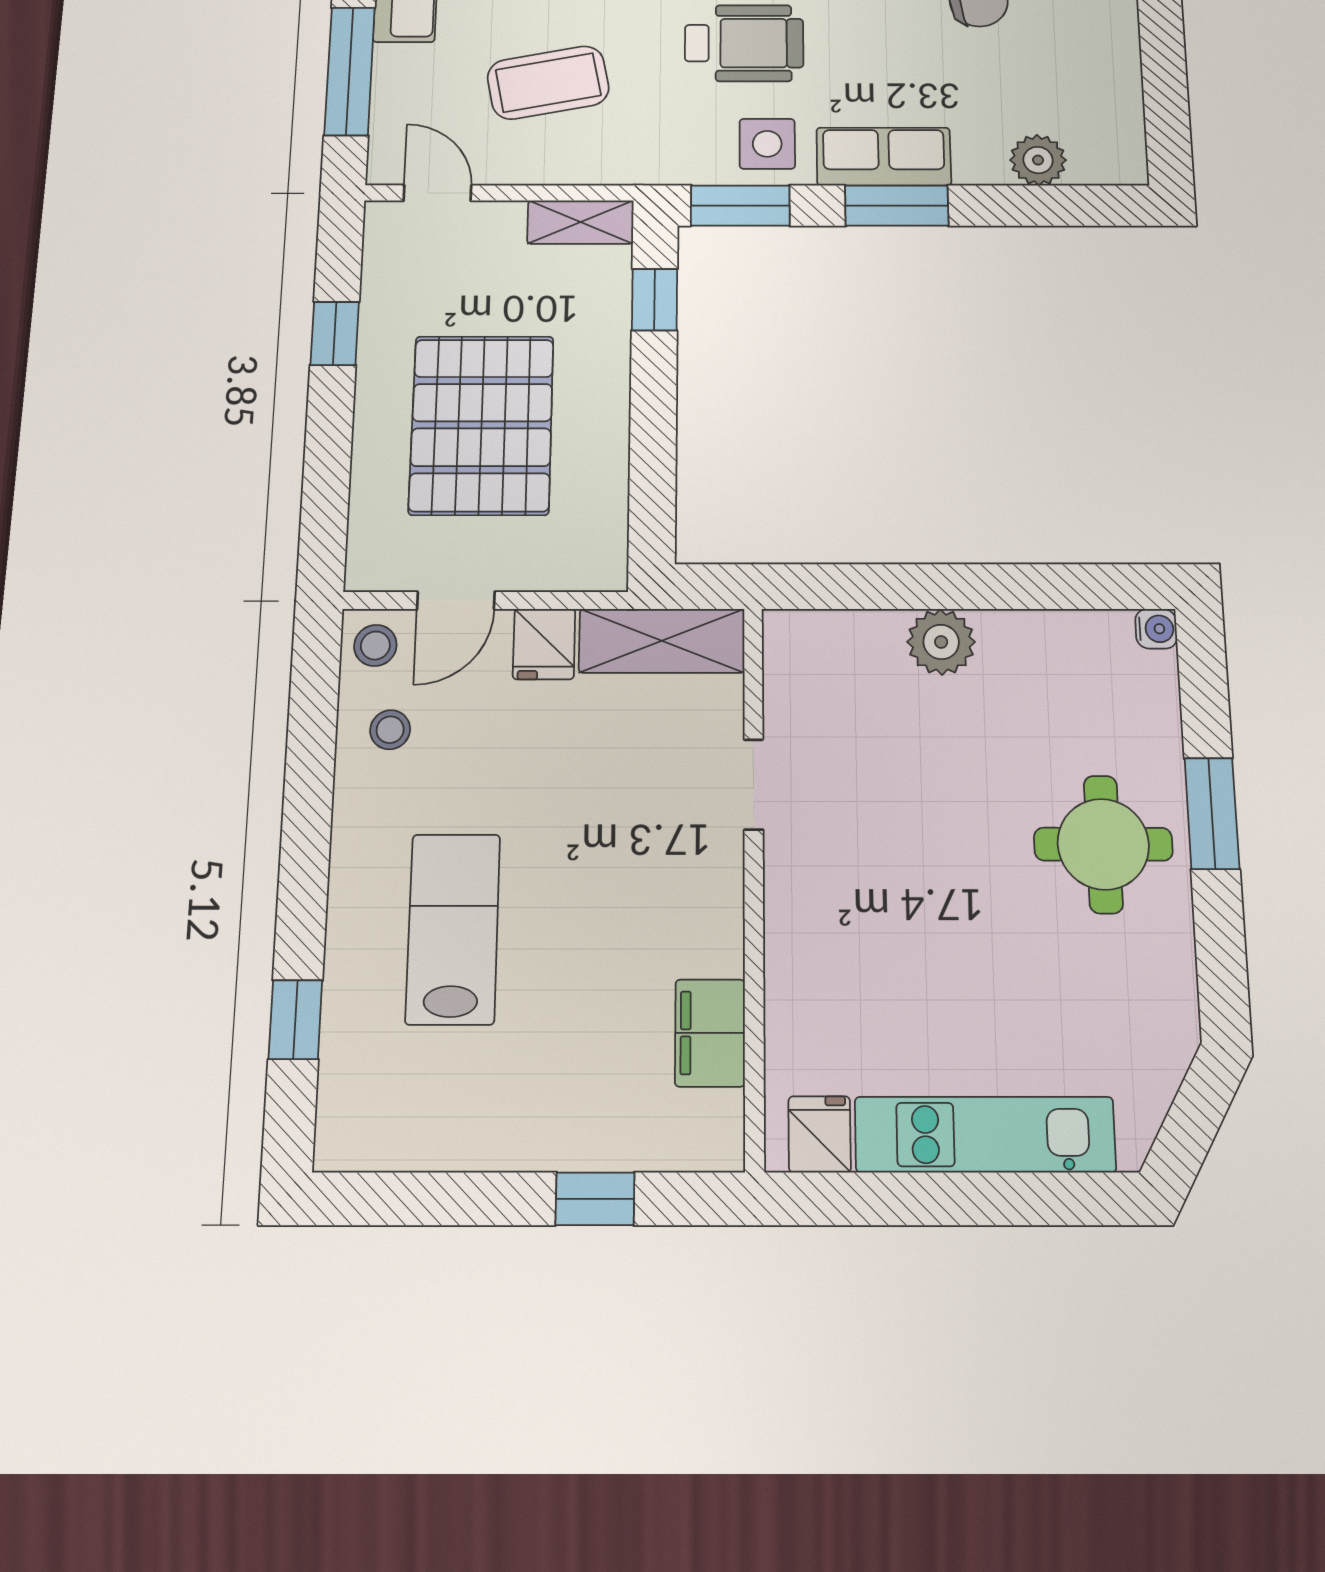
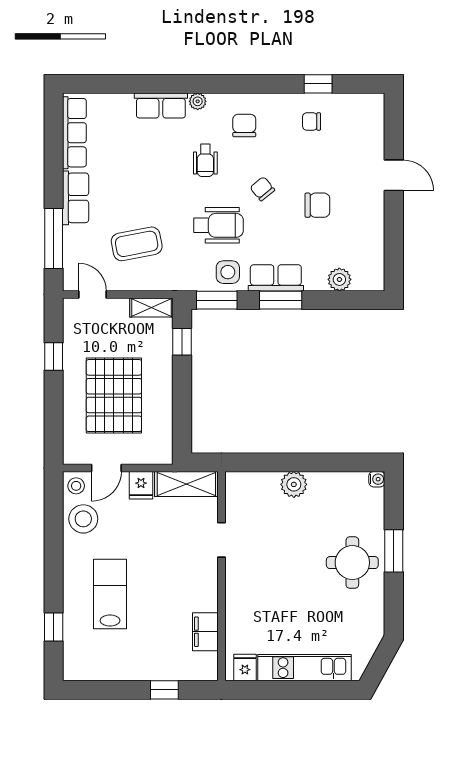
stool: (390, 730) -> (83, 519), width x1.89, depth x1.89

